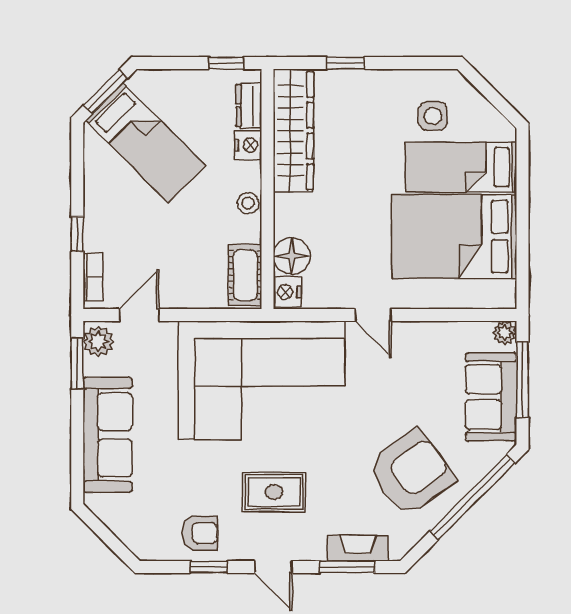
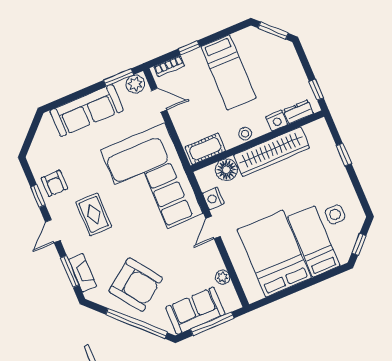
window: (495, 99) -> (359, 244), added
wardrobe: (293, 131) -> (272, 152), moved
bed: (145, 143) -> (229, 72), moved, turned -45
nightstand: (287, 292) -> (213, 198), moved, turned -90
plant: (505, 333) -> (223, 277), moved

